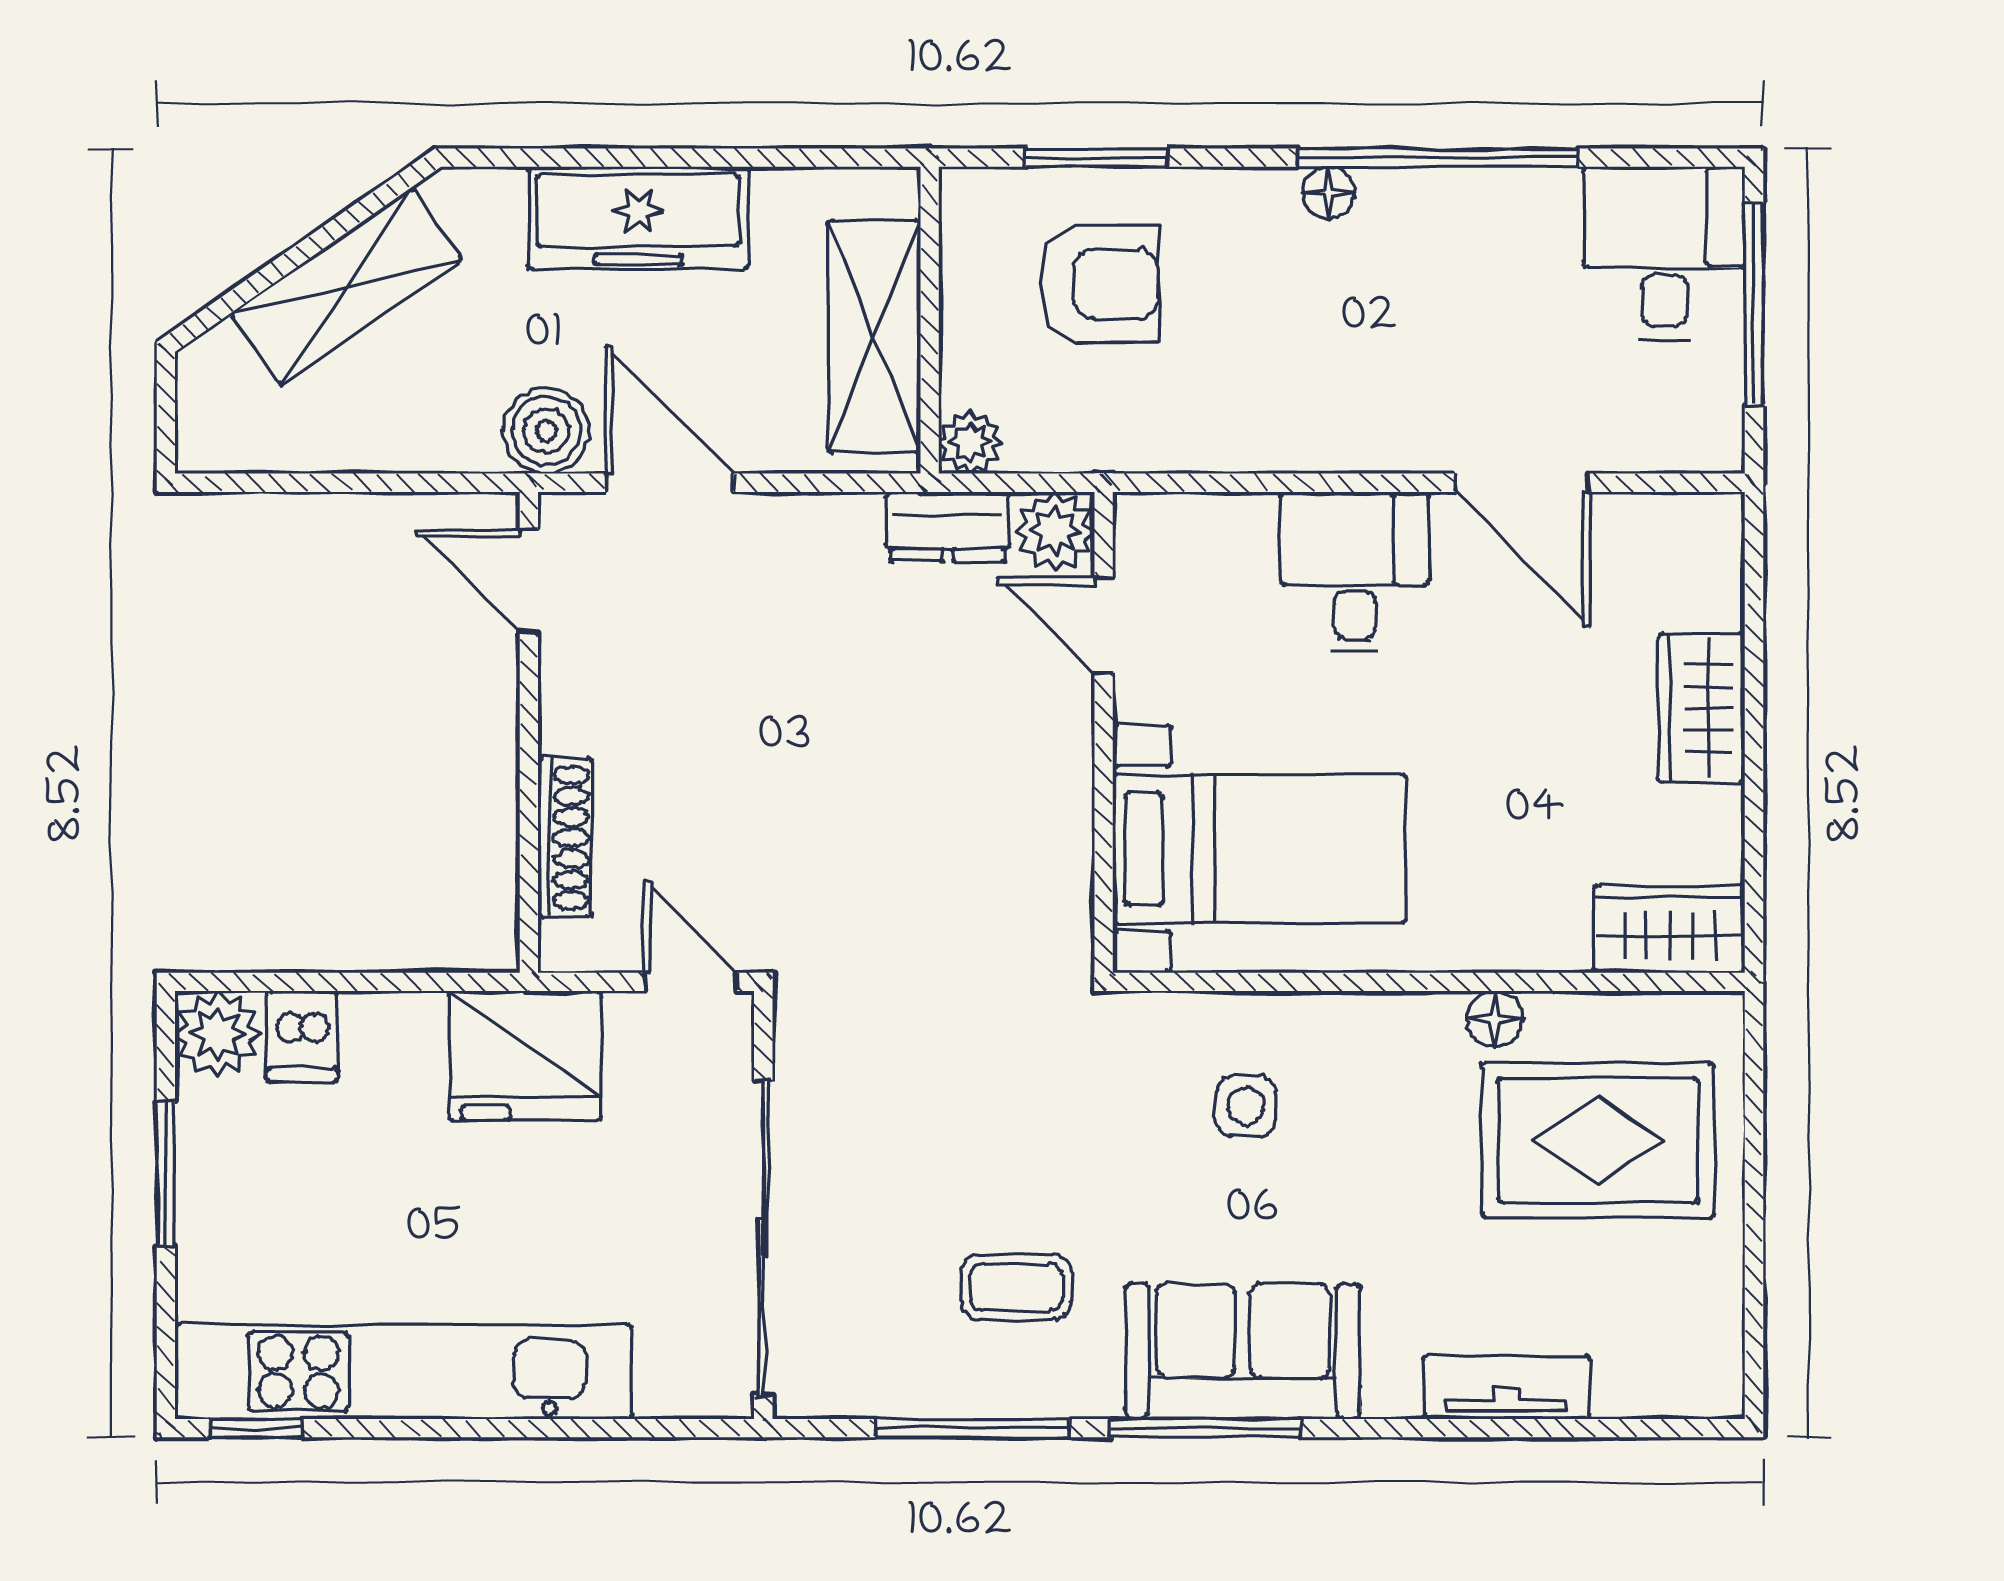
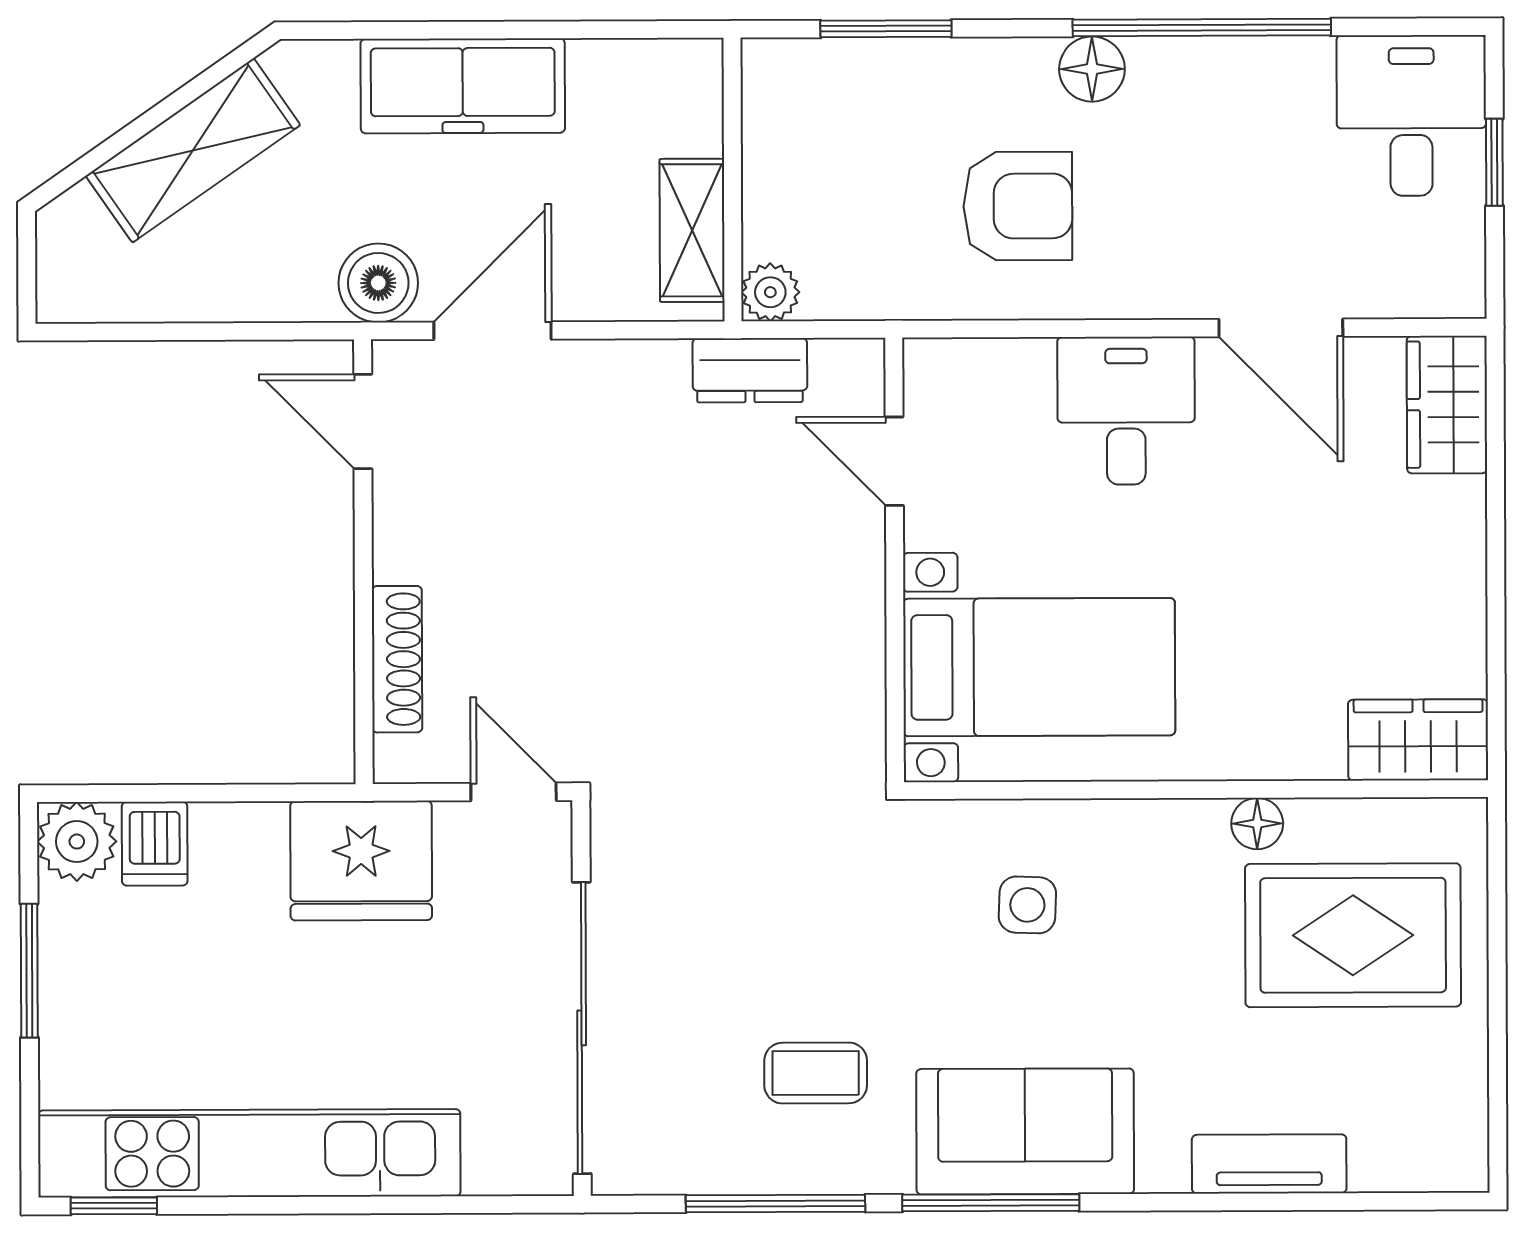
floor lamp: (1329, 192) -> (1092, 69), width x1.37, depth x1.37
armchair: (1099, 284) -> (1018, 206), moved
window: (1754, 304) -> (1494, 162), width x0.46
shelving: (874, 336) -> (692, 230), width x0.67, depth x0.75
door: (669, 483) -> (493, 331), hinge flipped
plant: (1055, 531) -> (849, 374), removed
wardrobe: (1702, 708) -> (1447, 405), moved

